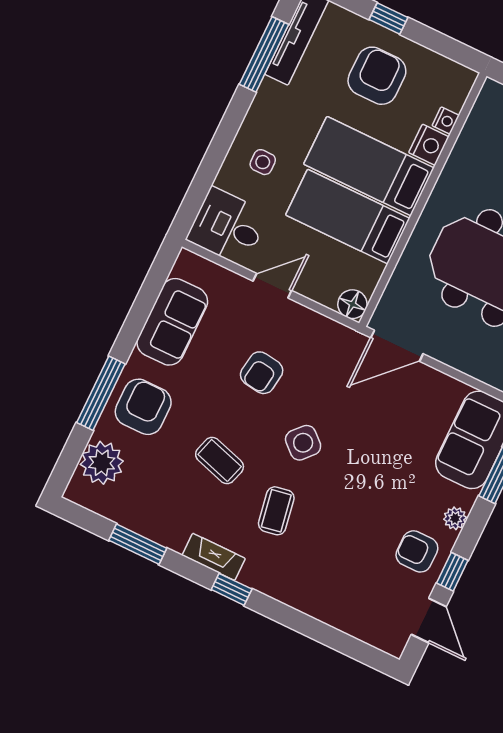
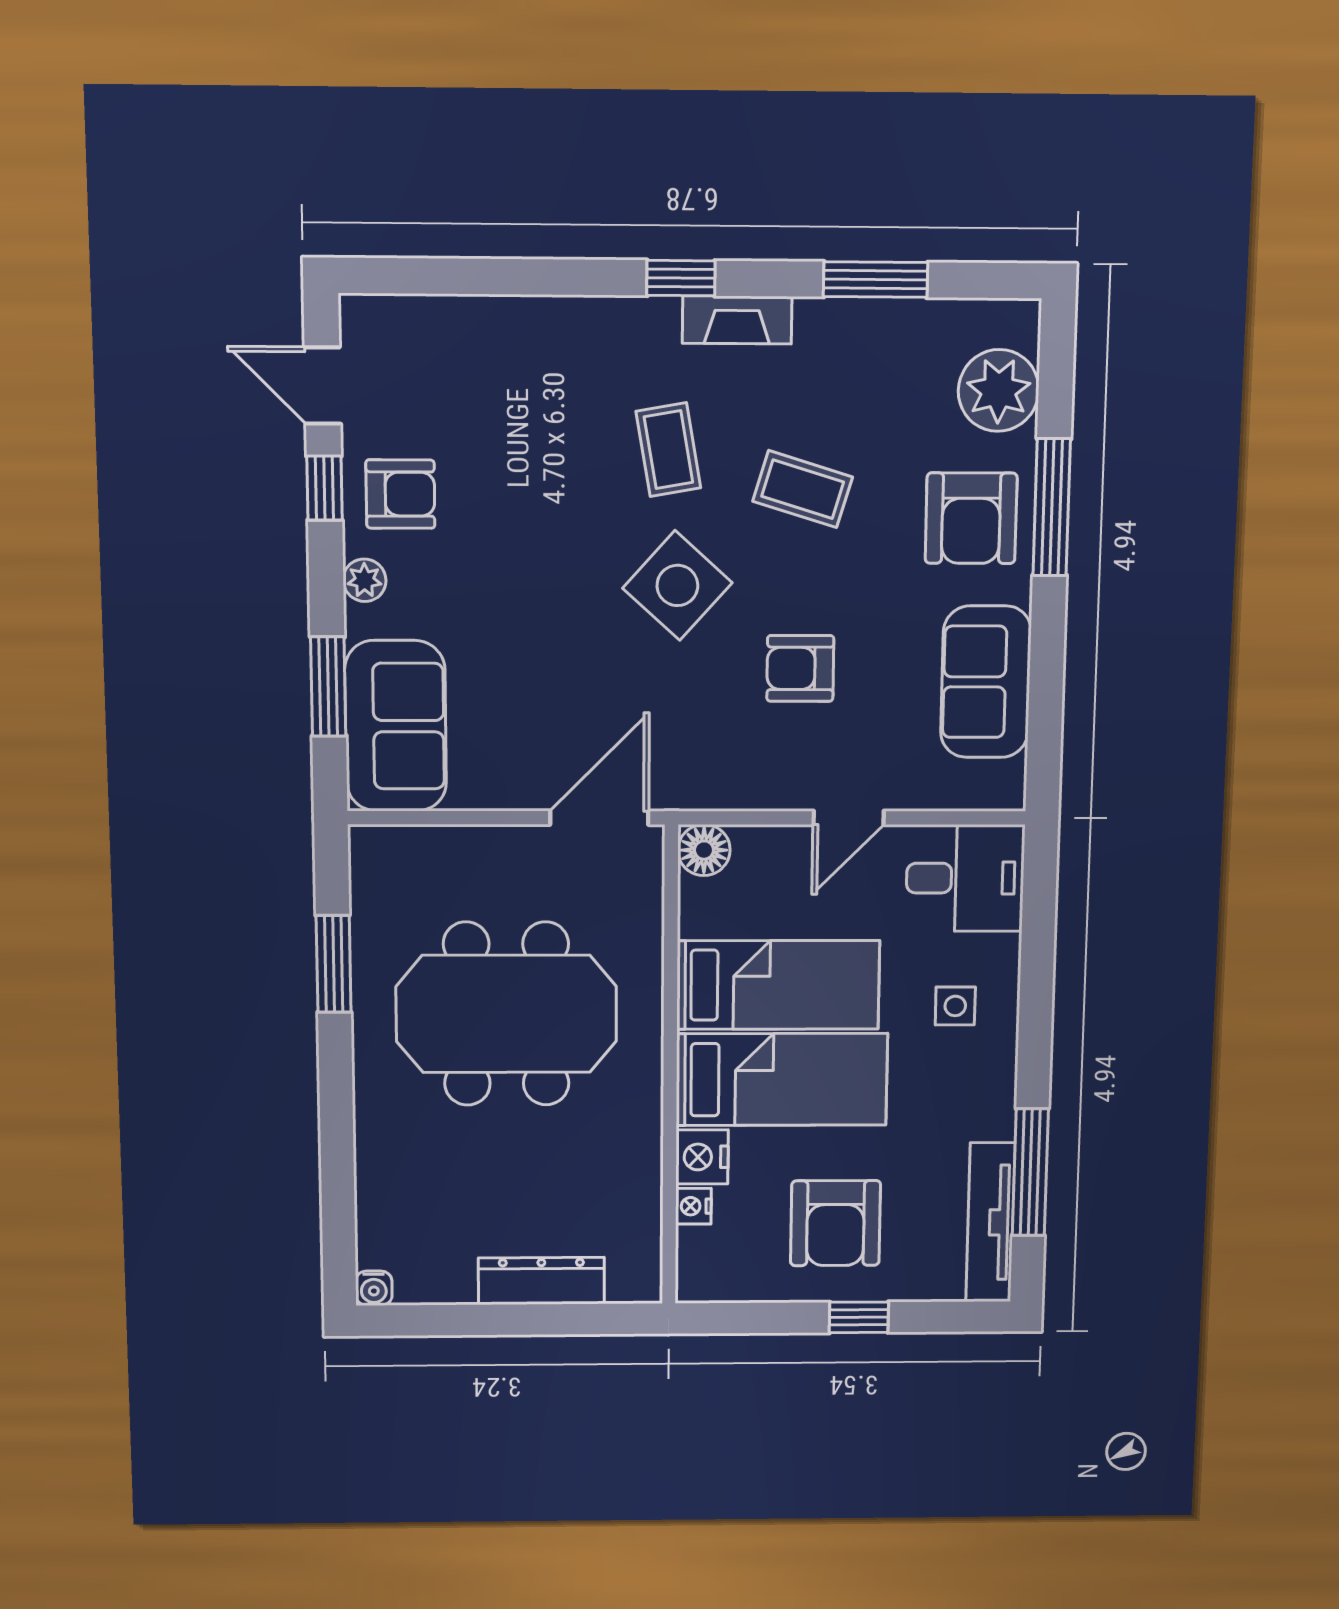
armchair: (262, 373) -> (800, 668), turned -98
side table: (303, 443) -> (677, 585), width x1.37, depth x1.37

